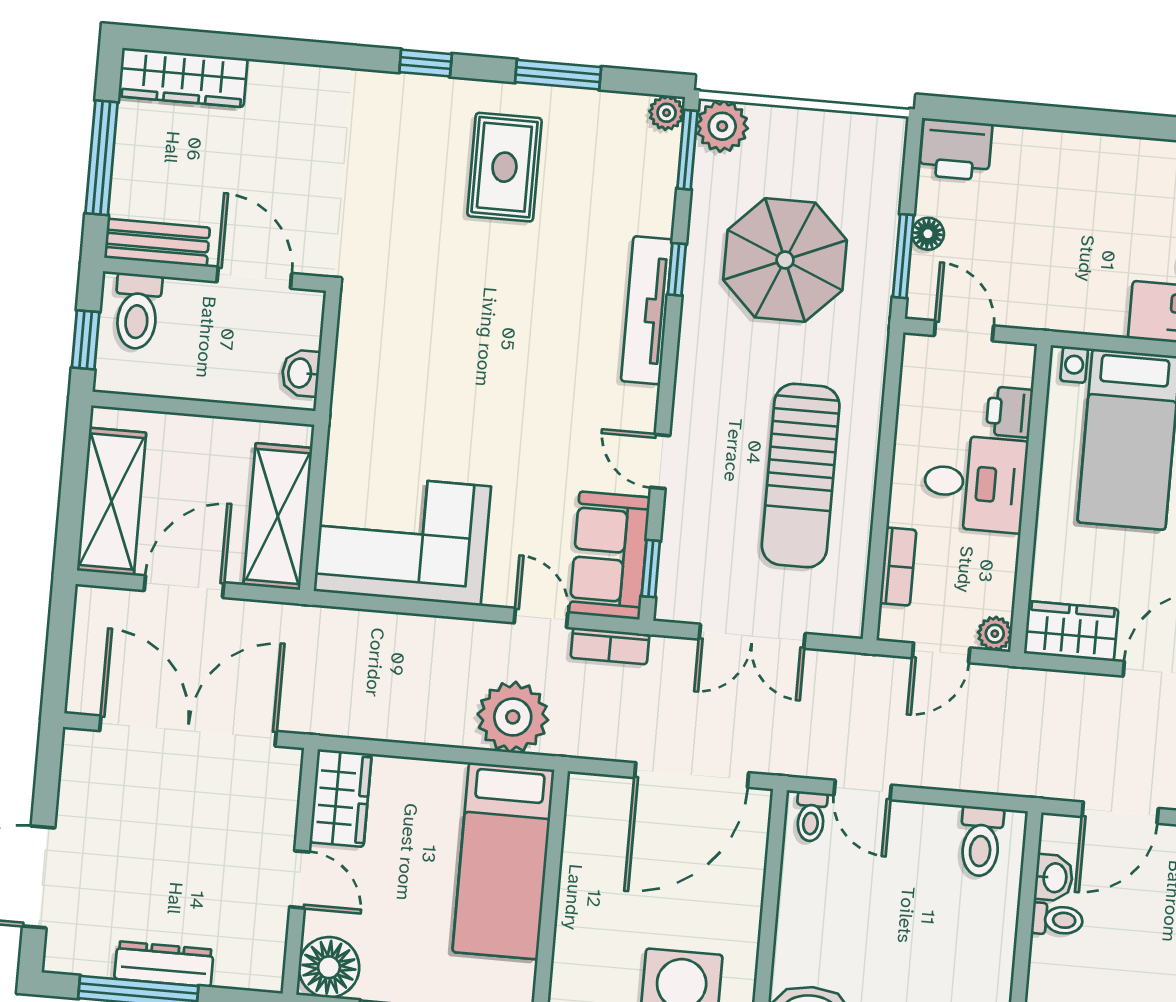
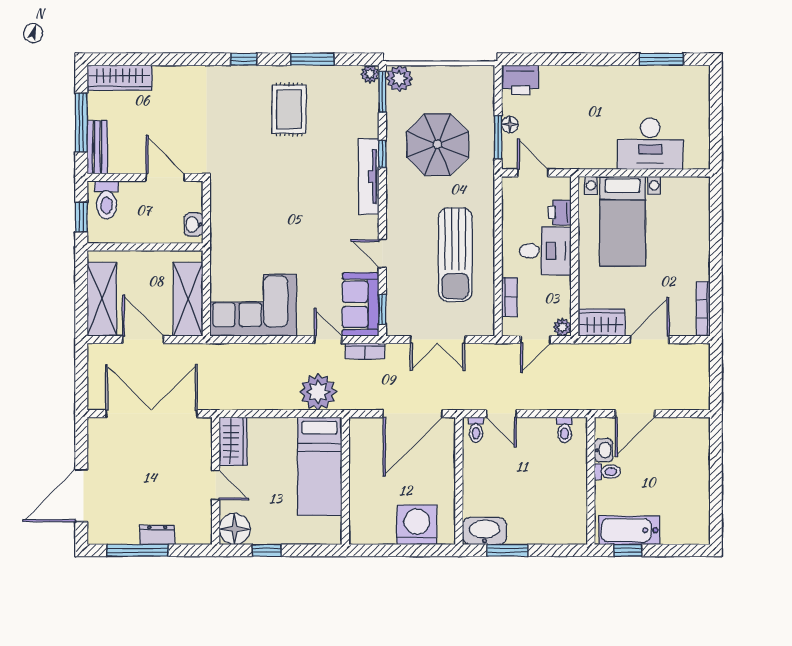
bench: (157, 243) -> (97, 147), moved, turned 90
door: (184, 587) -> (143, 340), hinge flipped
toilet: (981, 841) -> (565, 430), width x0.73, depth x0.72
dresser: (164, 964) -> (157, 535), width x0.70

